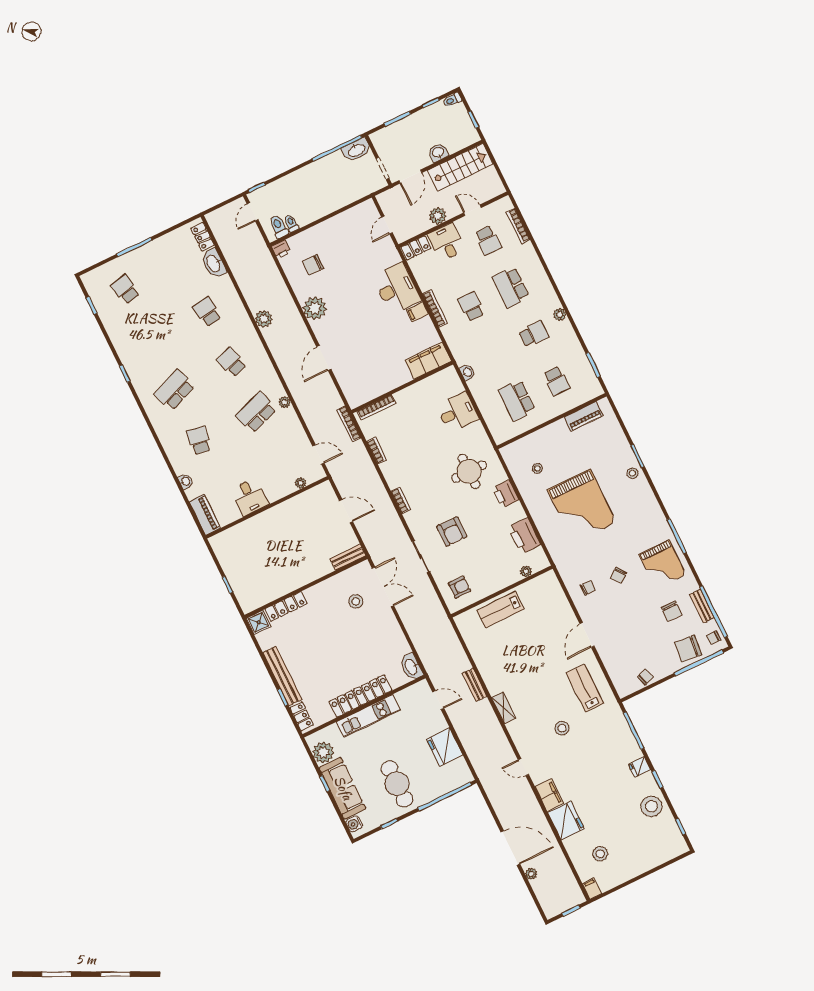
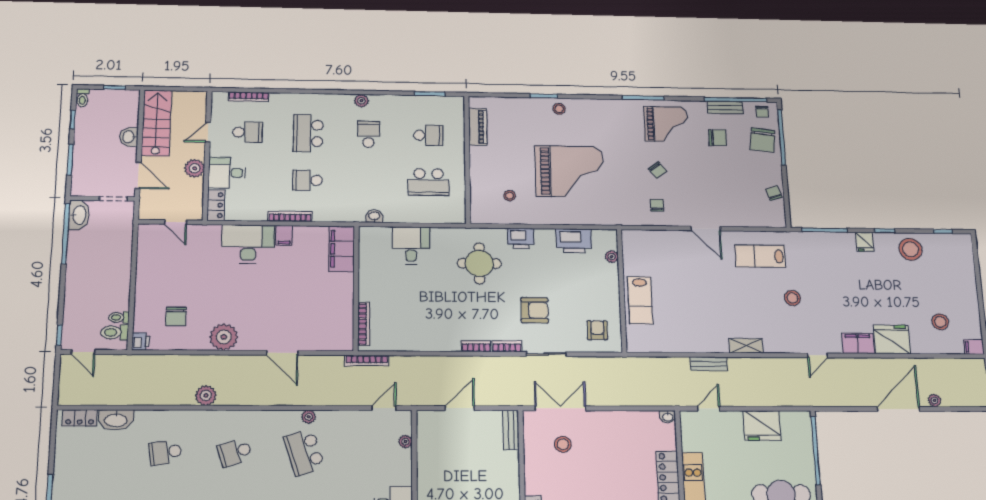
school desk: (511, 287) -> (308, 133), turned 90
bookcase: (377, 451) -> (507, 346), moved
washbasin: (411, 667) -> (668, 417), width x0.52, depth x0.69

